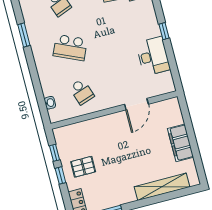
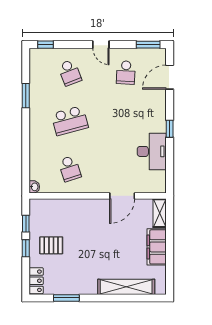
school desk: (70, 48) -> (70, 121), turned -39
washbasin: (50, 103) -> (34, 187), moved
shelving: (175, 111) -> (160, 213), added

